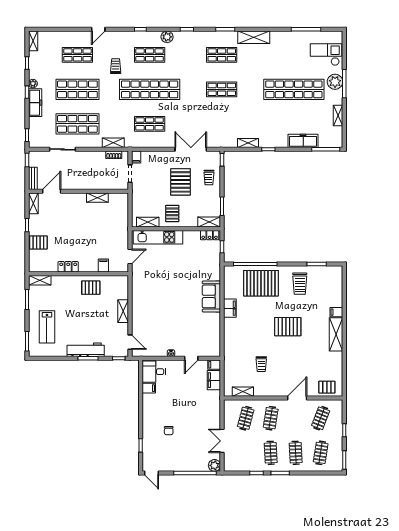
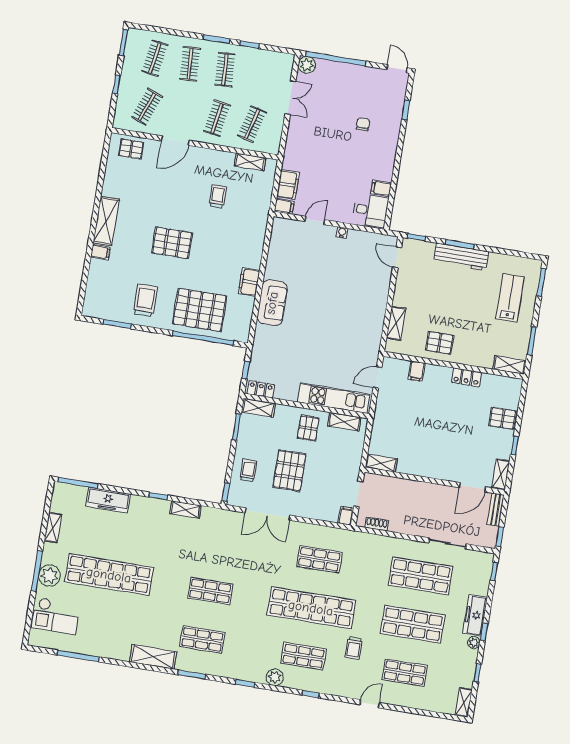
shelving: (113, 143) -> (375, 541), removed
shelving: (97, 198) -> (381, 463), moved
shelving: (123, 311) -> (396, 323), moved

